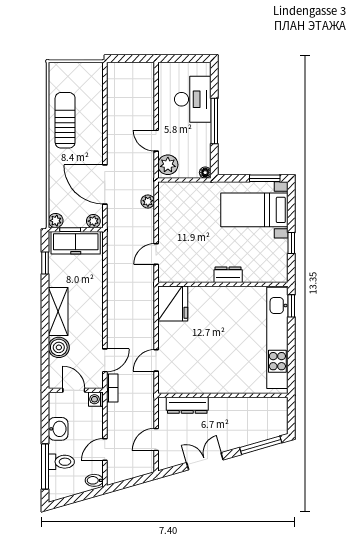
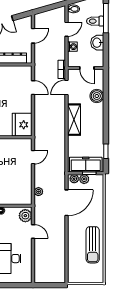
door: (105, 184) -> (67, 203), hinge flipped
plant: (56, 221) -> (84, 179), moved
shelving: (58, 312) -> (74, 120), moved
door: (156, 360) -> (33, 88), hinge flipped
washing machine: (96, 399) -> (72, 47), moved

